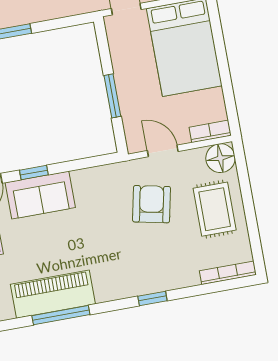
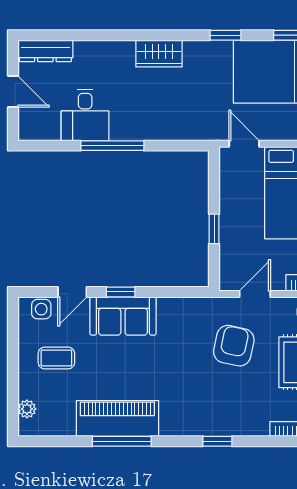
window: (112, 96) -> (214, 229), width x0.67
door: (163, 151) -> (255, 294), hinge flipped

